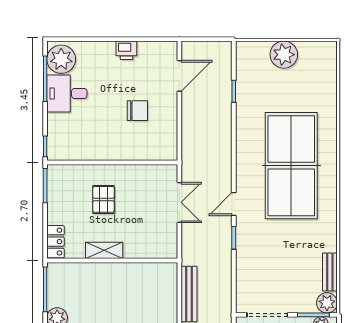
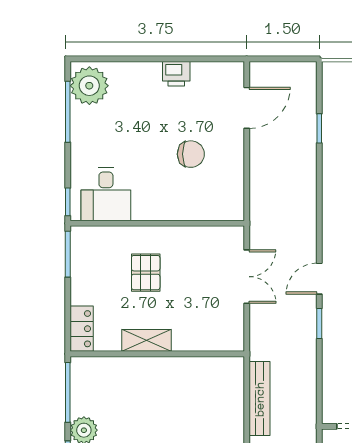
desk: (67, 93) -> (106, 194), moved, turned -90

